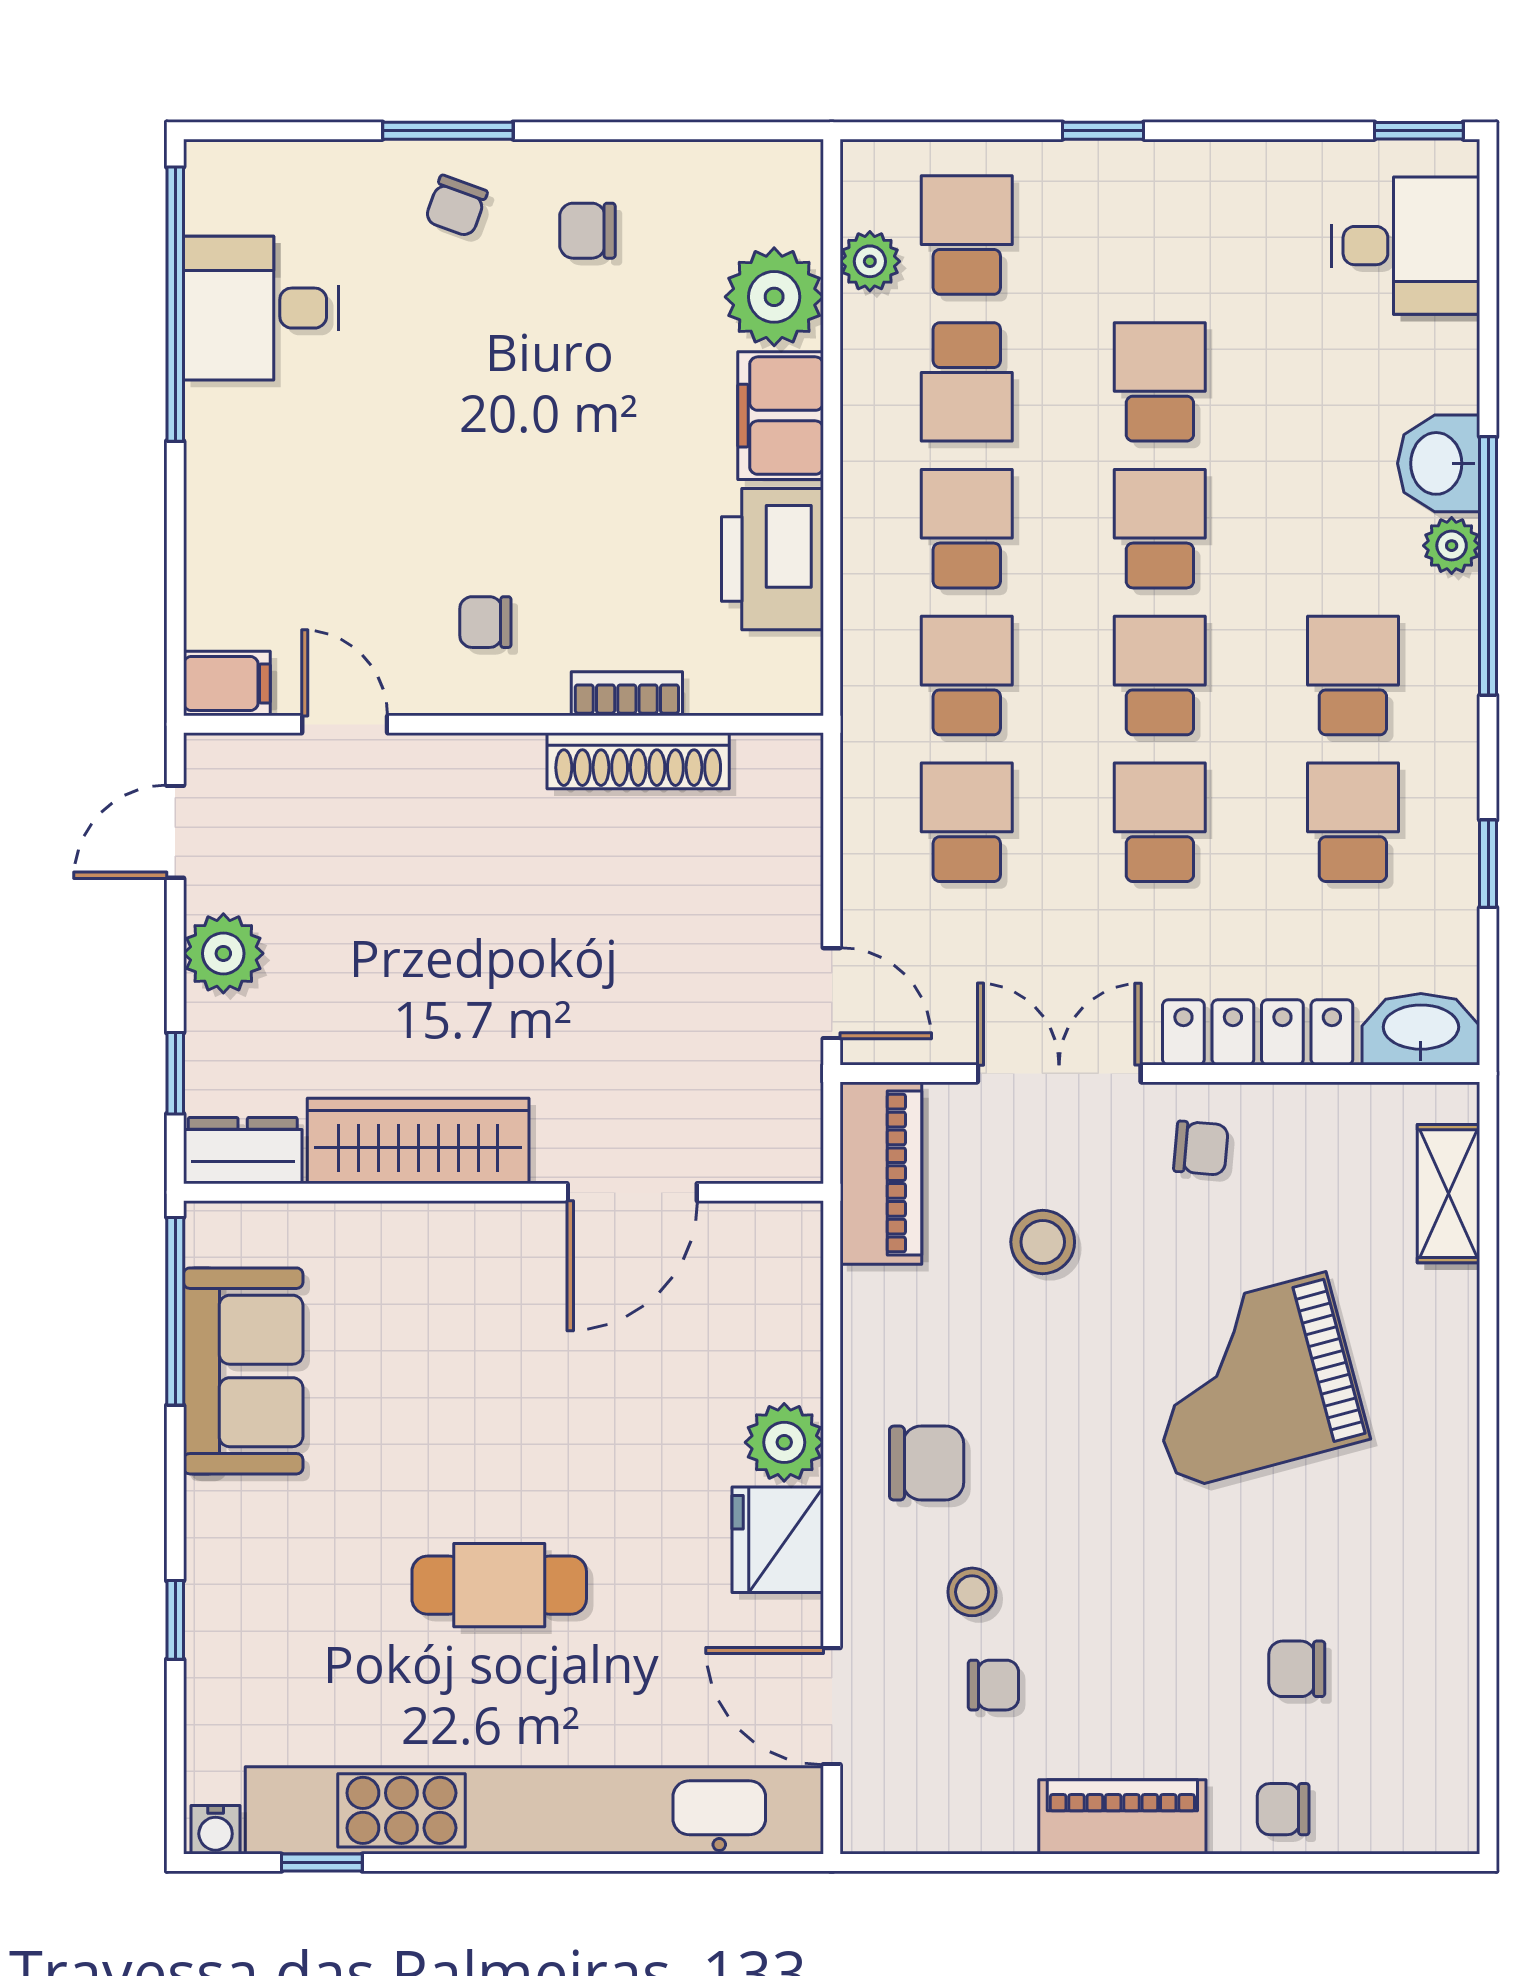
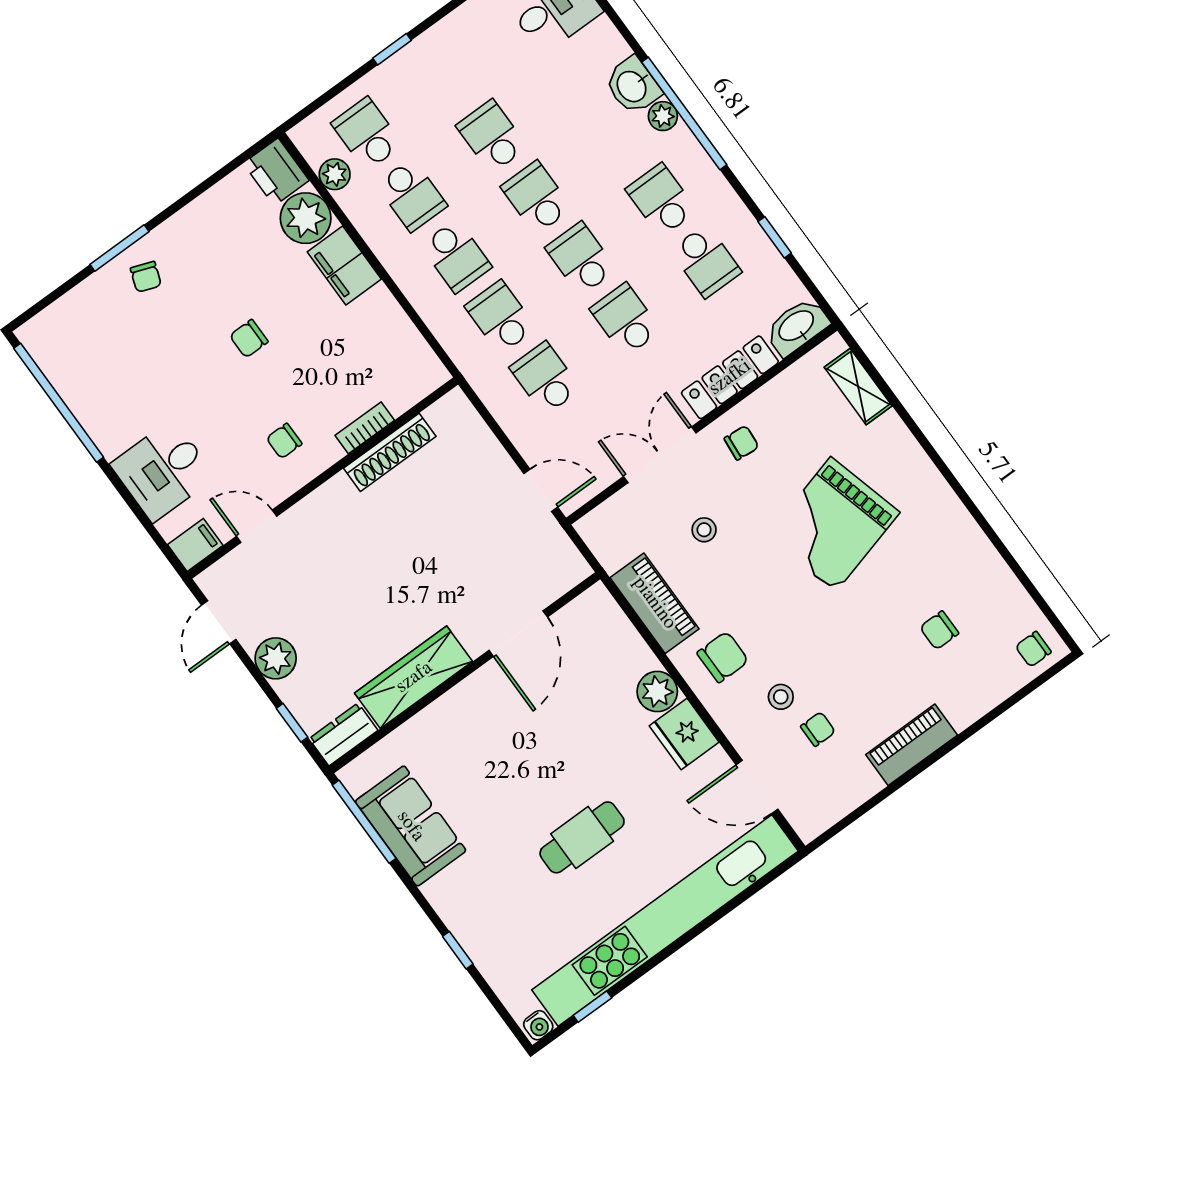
chair: (587, 231) -> (249, 339), moved
desk: (261, 308) -> (163, 471), moved
school desk: (967, 529) -> (456, 256), turned 180
printer: (772, 559) -> (276, 172), moved, width x0.73, depth x0.84
school desk: (1353, 822) -> (706, 261), turned 180
piano: (881, 1173) -> (655, 603), moved
stool: (1043, 1242) -> (704, 530), width x0.73, depth x0.73
chair: (1283, 1809) -> (1033, 649), moved

